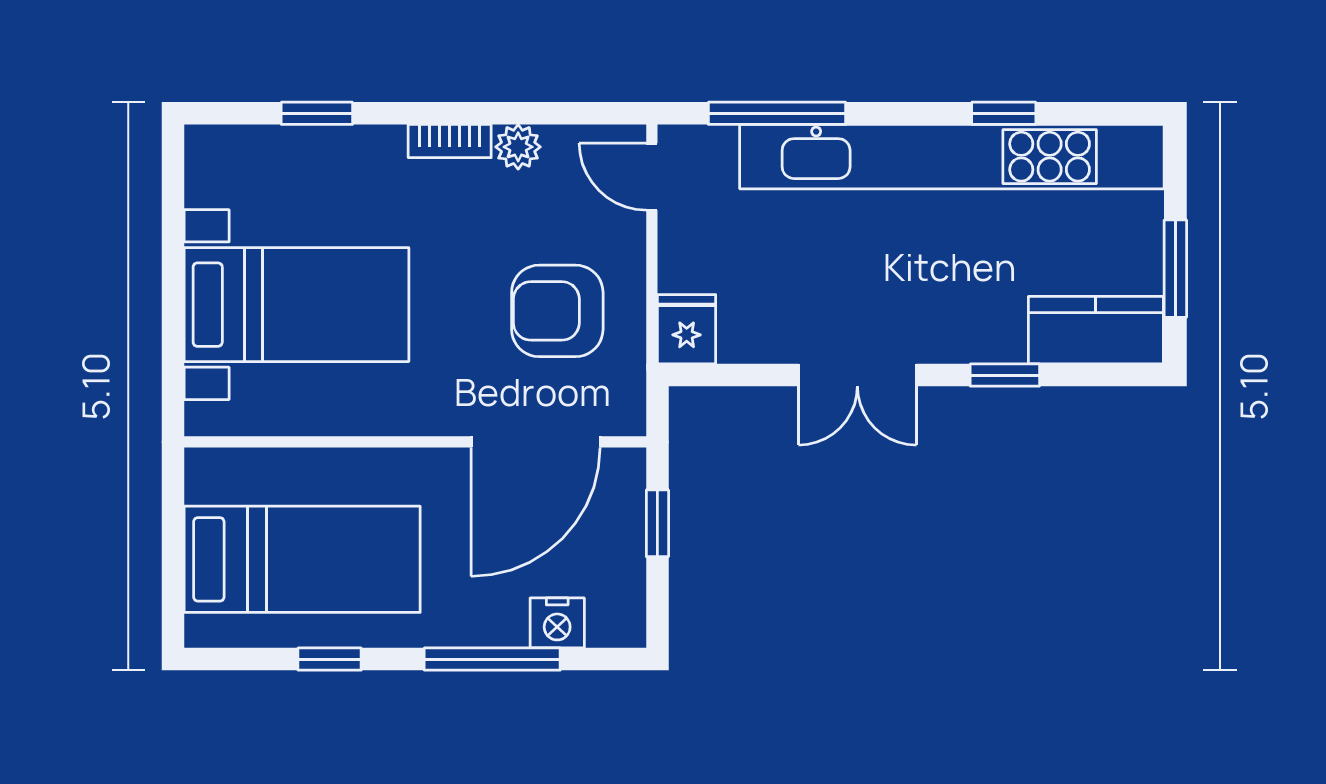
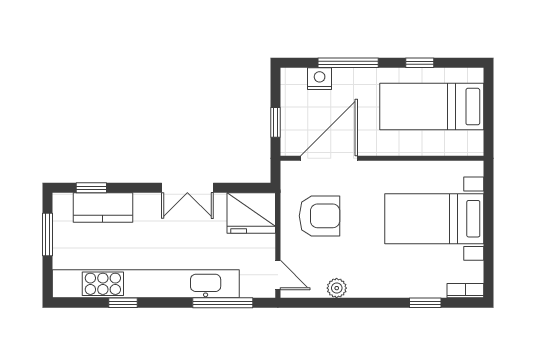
bookcase: (450, 141) -> (465, 291), moved
fridge: (687, 329) -> (251, 213), width x1.88, depth x1.34
kitchen counter: (1096, 330) -> (103, 207), moved
double door: (857, 375) -> (187, 188), swing flipped
window: (1005, 375) -> (91, 188), moved

